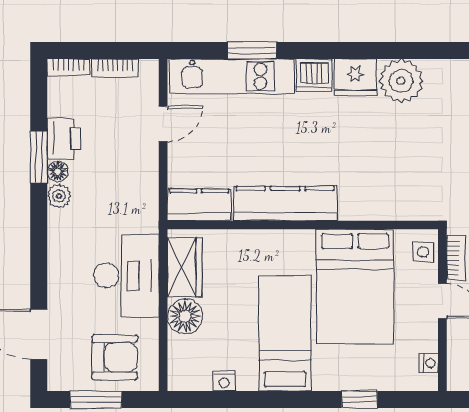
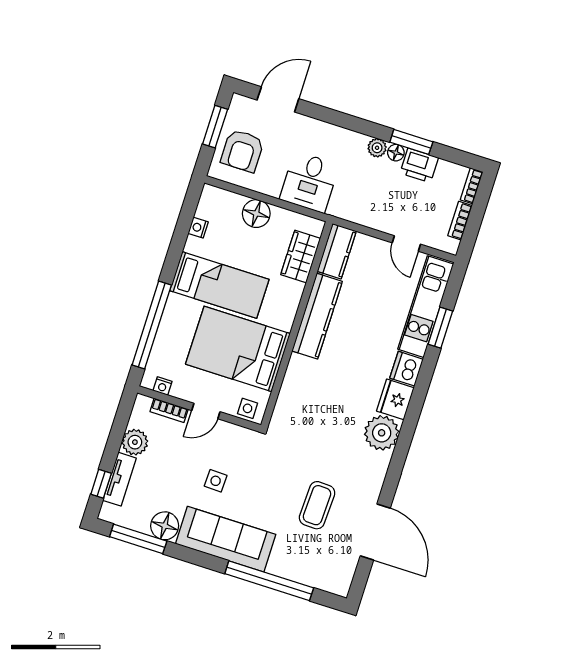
bookcase: (456, 258) -> (169, 410), moved
wardrobe: (185, 267) -> (301, 256), moved, turned 90
desk: (126, 276) -> (309, 182), width x0.73
window: (360, 400) -> (152, 325), width x3.17

